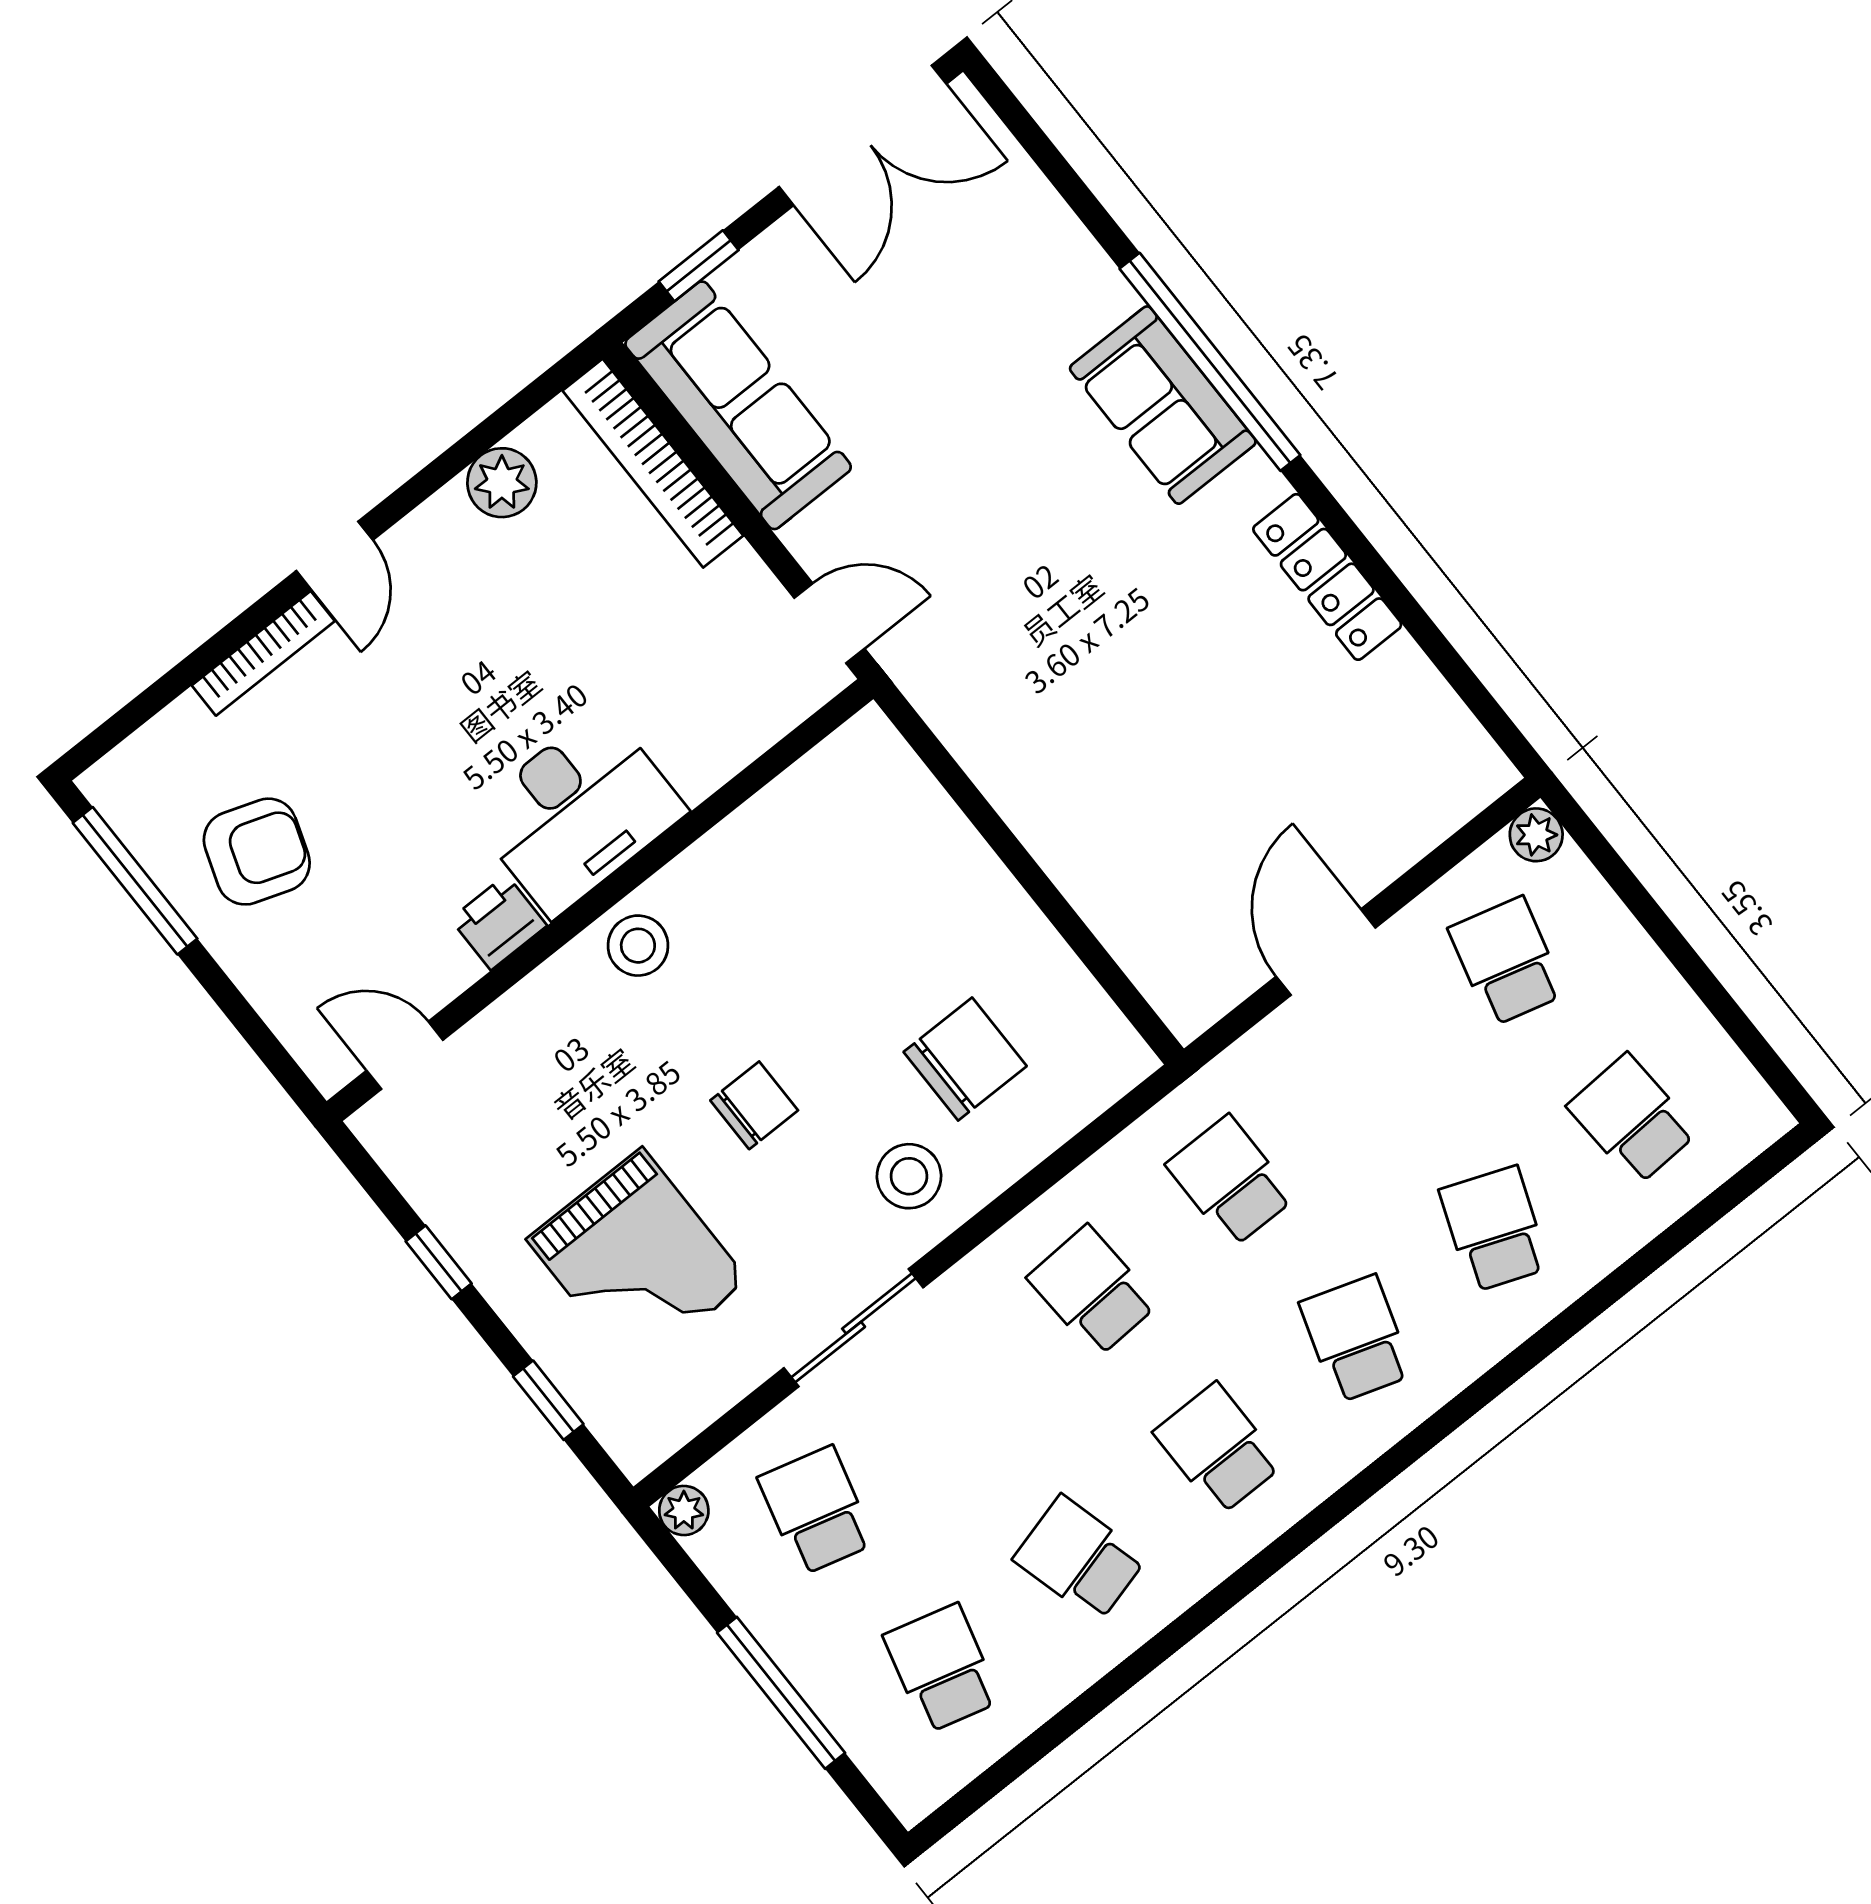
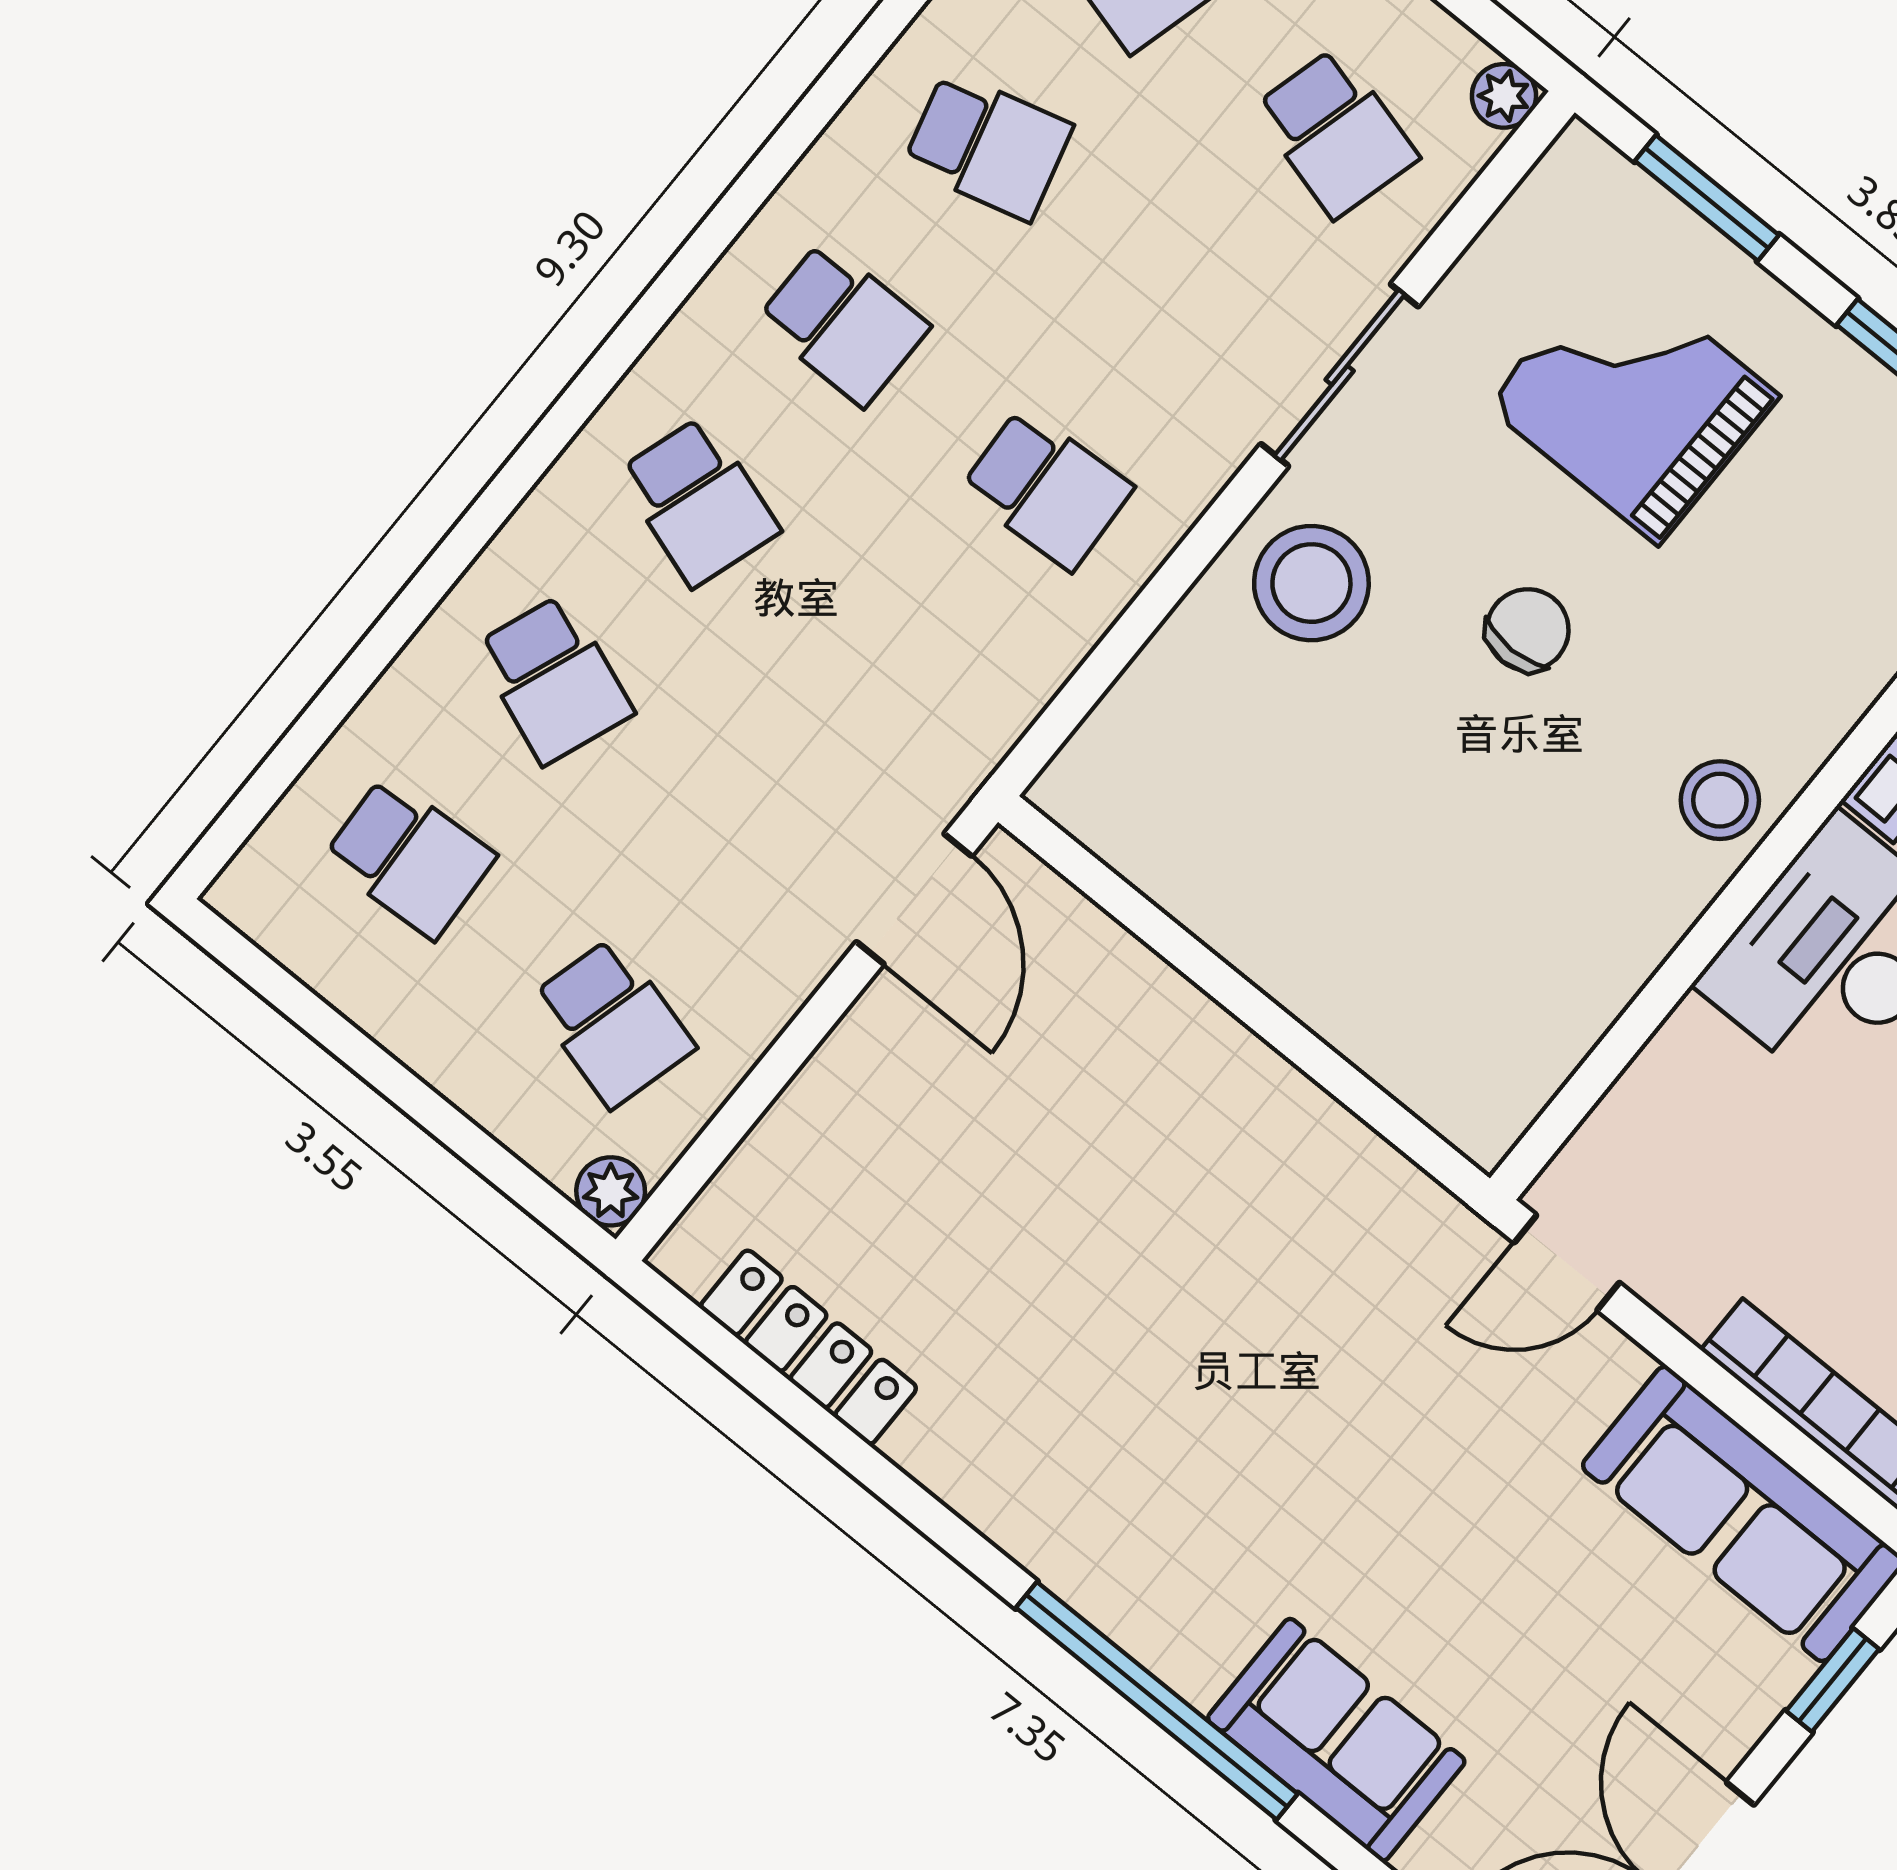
sofa: (1163, 405) -> (1336, 1740), moved
locker: (1327, 577) -> (809, 1347), moved
door: (1326, 952) -> (914, 899), moved
chair: (965, 1059) -> (1273, 747), removed
chair: (754, 1105) -> (1528, 630), turned 180
stool: (909, 1176) -> (1311, 583), width x1.38, depth x1.38
school desk: (1231, 1181) -> (902, 667), removed
window: (548, 1400) -> (1707, 198), width x1.50

